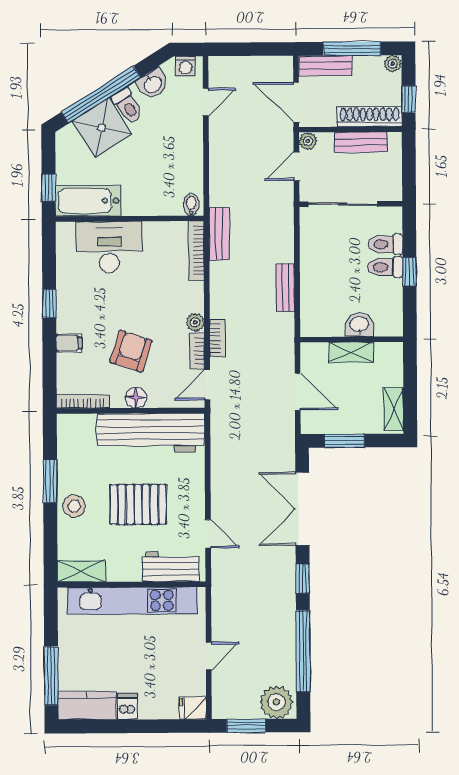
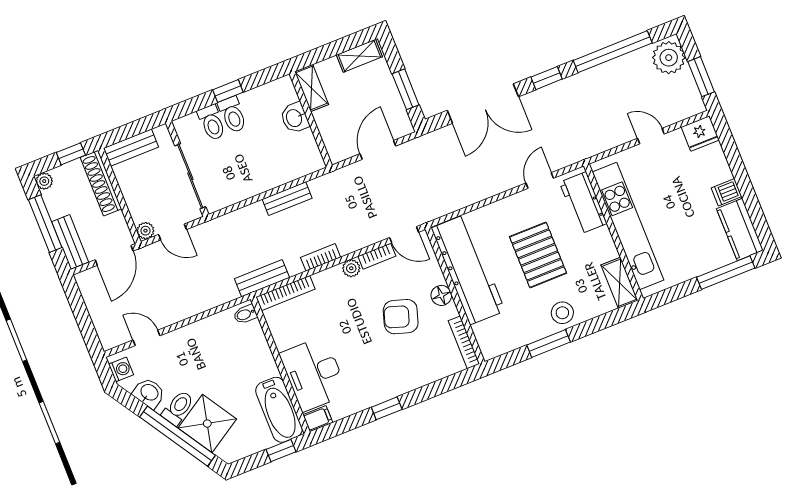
bench: (361, 142) -> (131, 148), moved, turned 90
bookcase: (217, 338) -> (321, 257), moved
filing cabinet: (69, 343) -> (318, 419), moved, turned 90
shelving: (351, 352) -> (312, 88), moved
fridge: (193, 708) -> (700, 133), width x1.38

